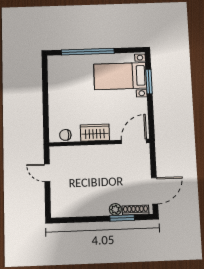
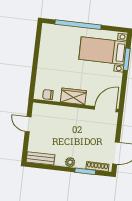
plant: (115, 209) -> (70, 162), moved
bench: (67, 211) -> (40, 158), added

